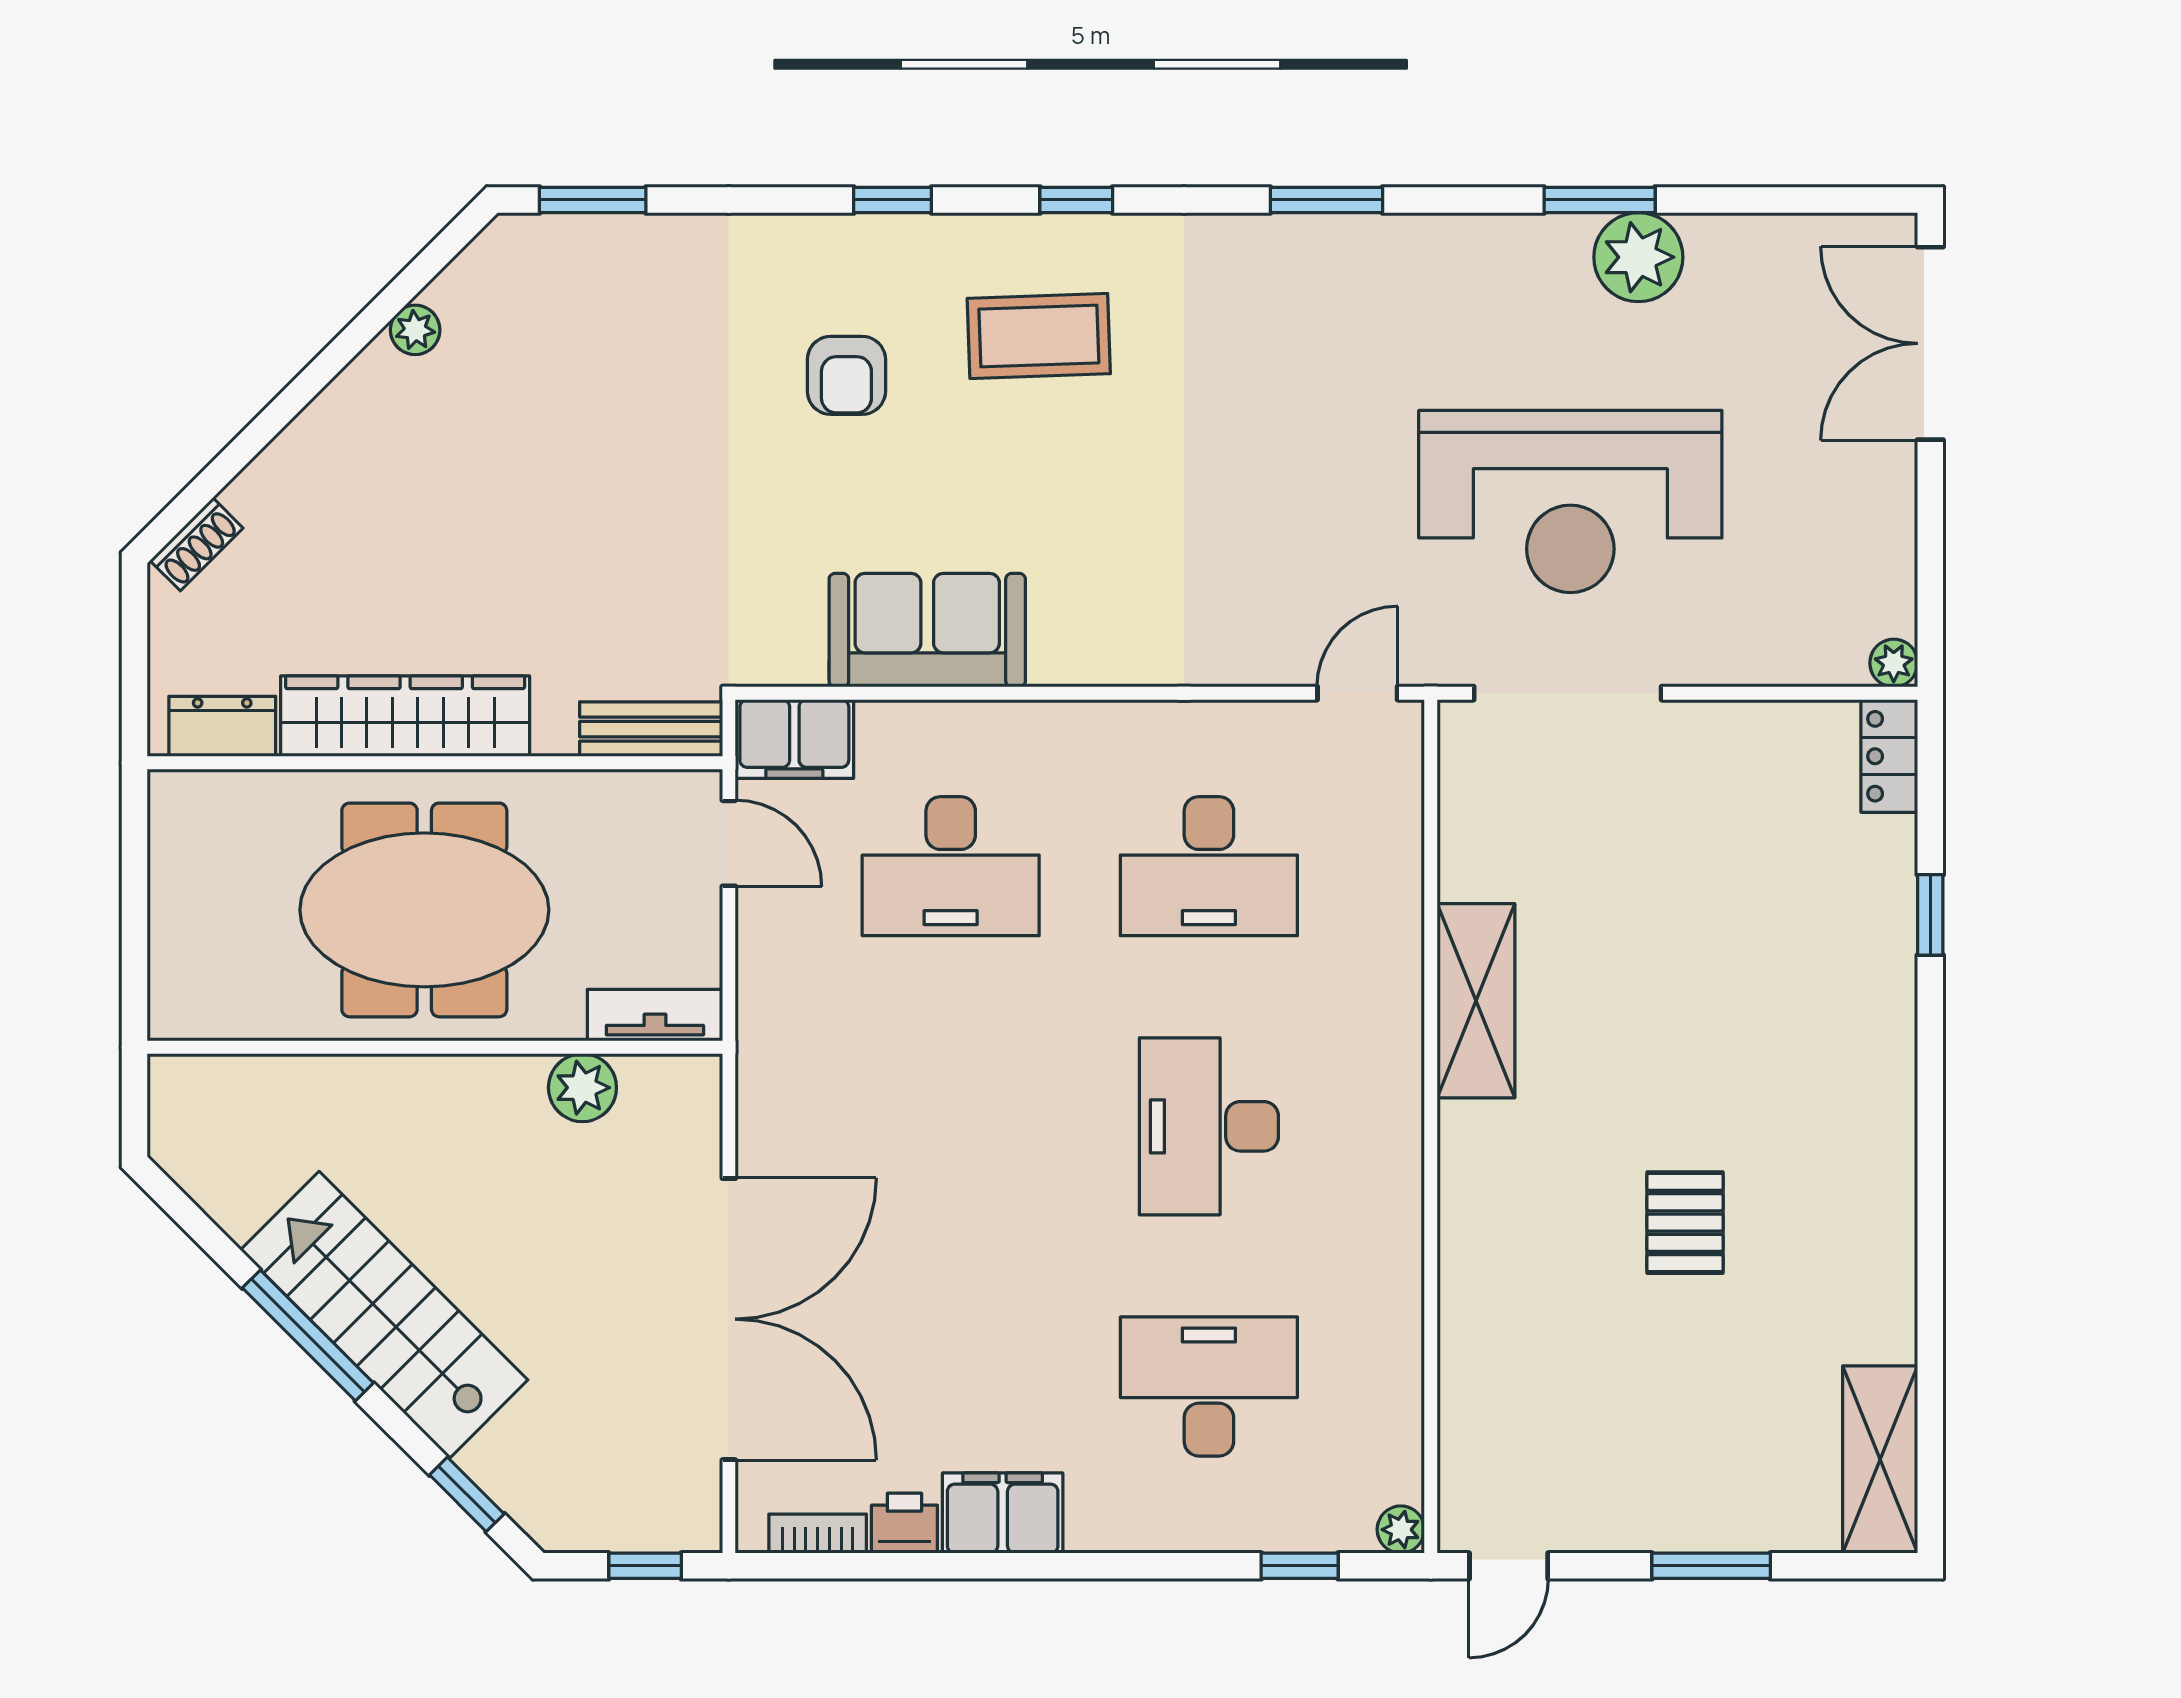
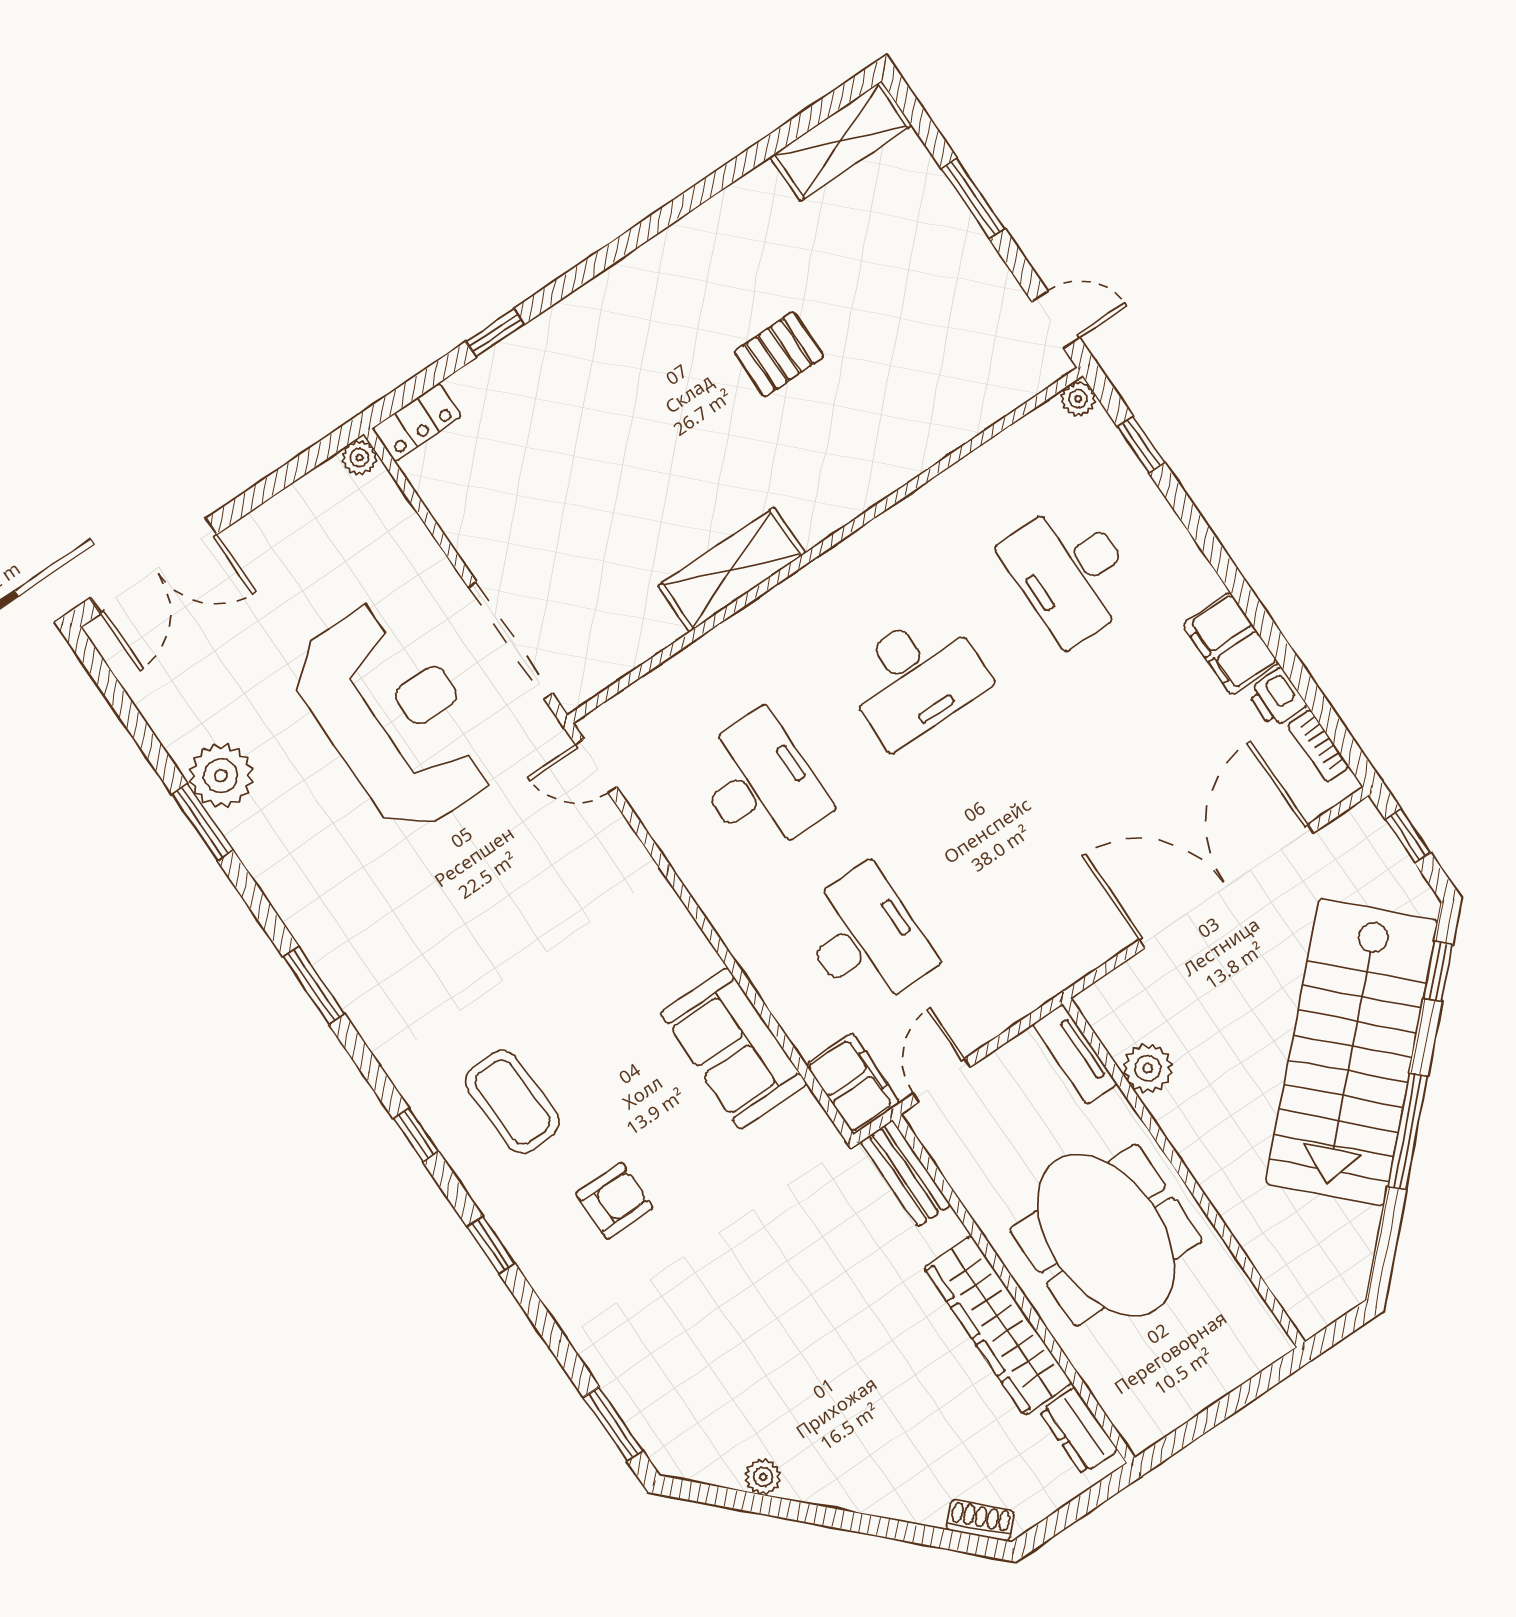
stairs: (384, 1315) -> (1352, 1052), width x1.36, depth x1.51

